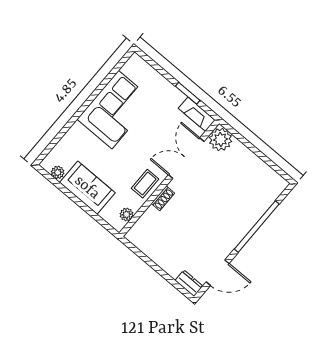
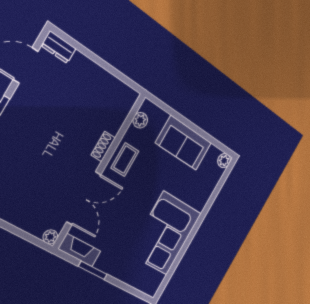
plant: (221, 139) -> (50, 237), width x0.53, depth x0.53
plant: (58, 172) -> (224, 161), moved

